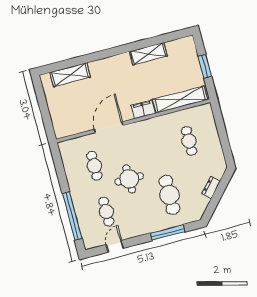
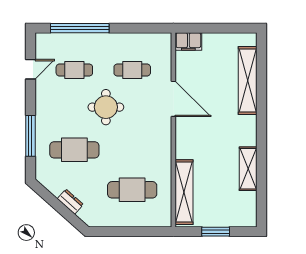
shelving: (70, 75) -> (248, 81), width x1.47
filing cabinet: (143, 109) -> (188, 41), moved, turned 90
cafe table: (189, 141) -> (132, 190), width x1.37, depth x1.35
door: (115, 246) -> (30, 69), hinge flipped

